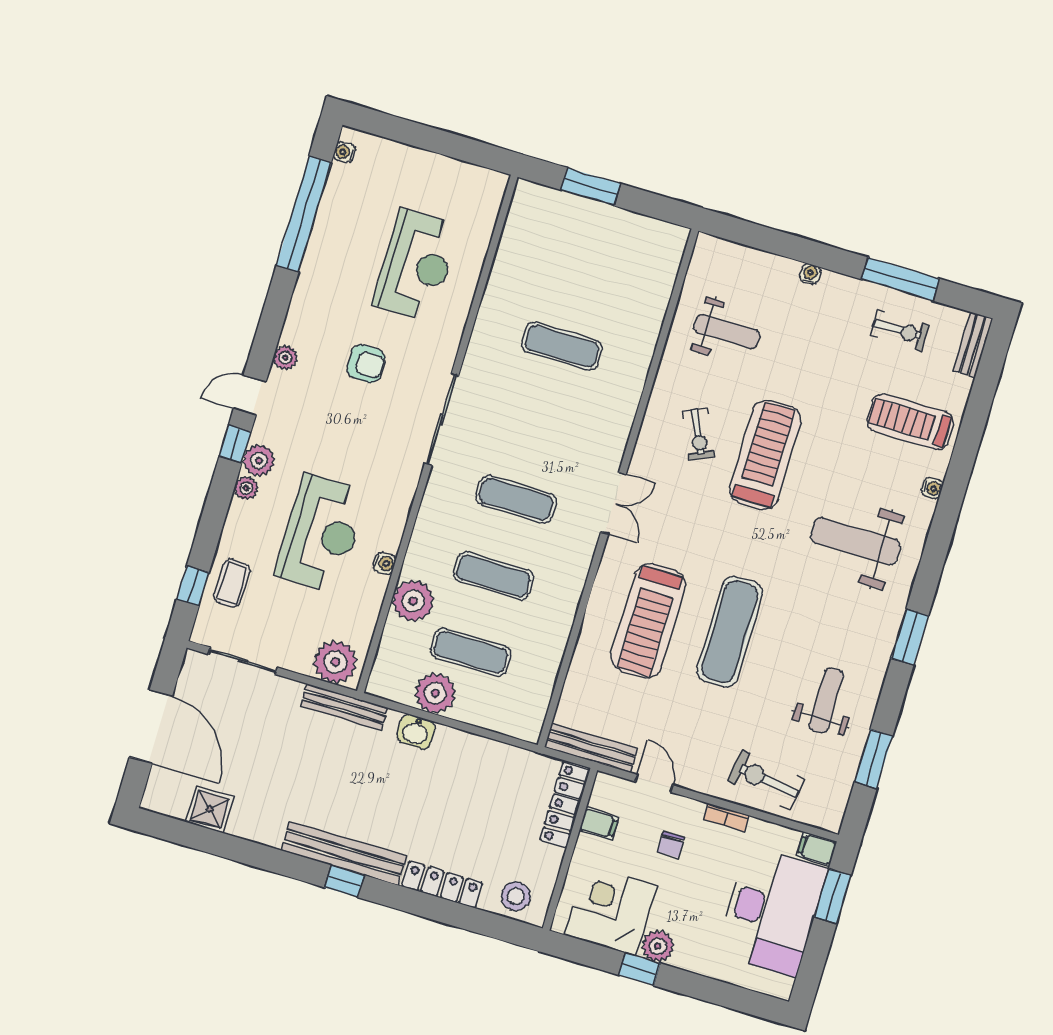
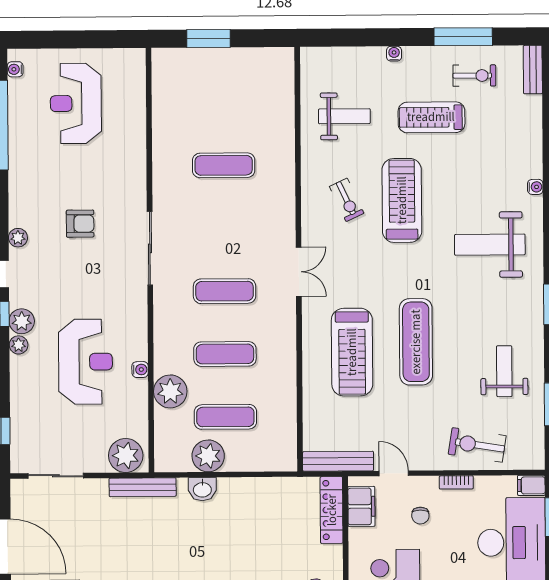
reception desk: (416, 265) -> (76, 103), moved, turned 180
treadmill: (910, 422) -> (431, 117), moved
coffee table: (232, 583) -> (30, 420), removed
filing cabinet: (599, 824) -> (361, 506), width x2.00

